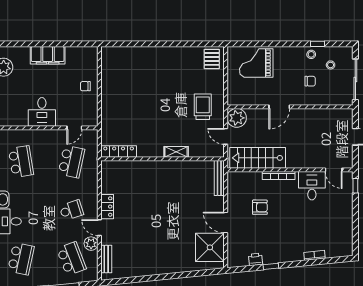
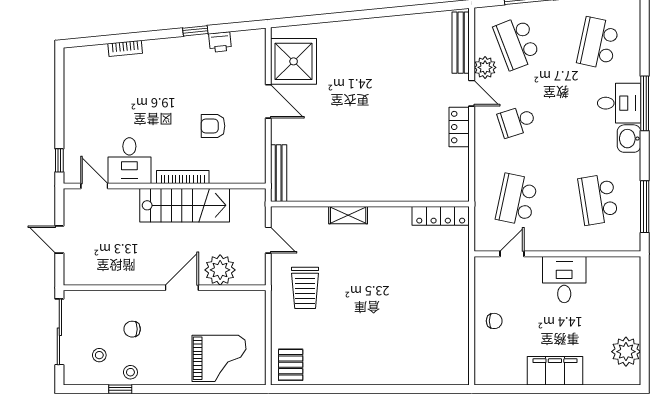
plant: (237, 118) -> (220, 270), moved
stairs: (258, 158) -> (185, 205), moved
bench: (106, 259) -> (461, 43), width x1.36

